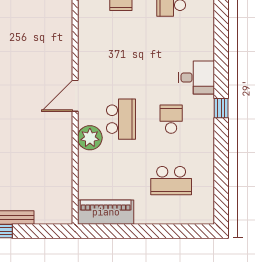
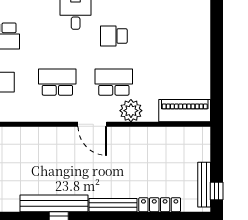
school desk: (171, 181) -> (57, 82), moved, turned -90
piano: (106, 212) -> (185, 111), moved, turned 90

